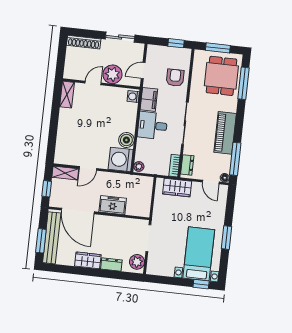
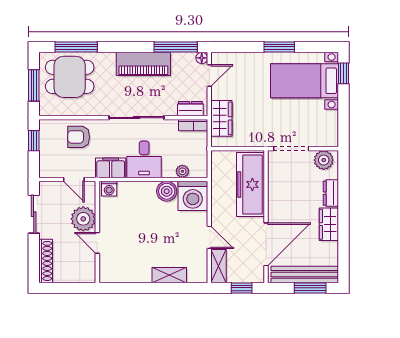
shelving: (67, 95) -> (169, 275), moved
plant: (139, 166) -> (182, 171), moved
freezer: (113, 205) -> (250, 184), width x1.91, depth x1.26

